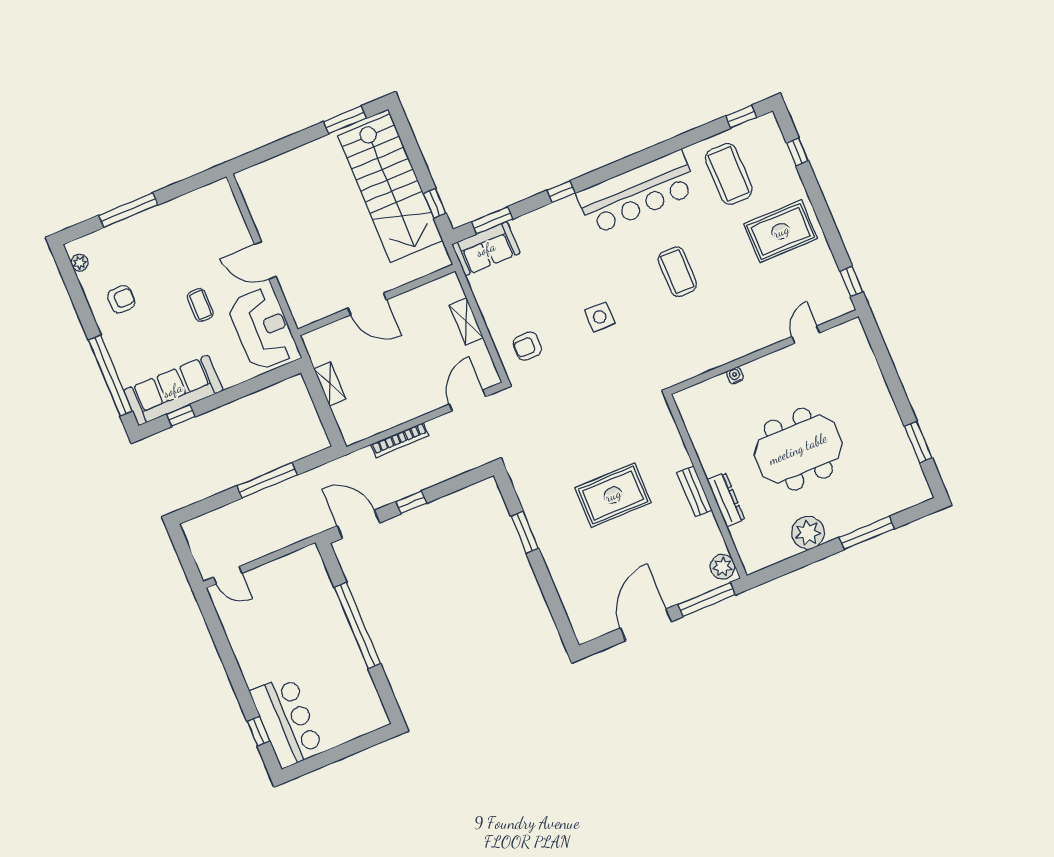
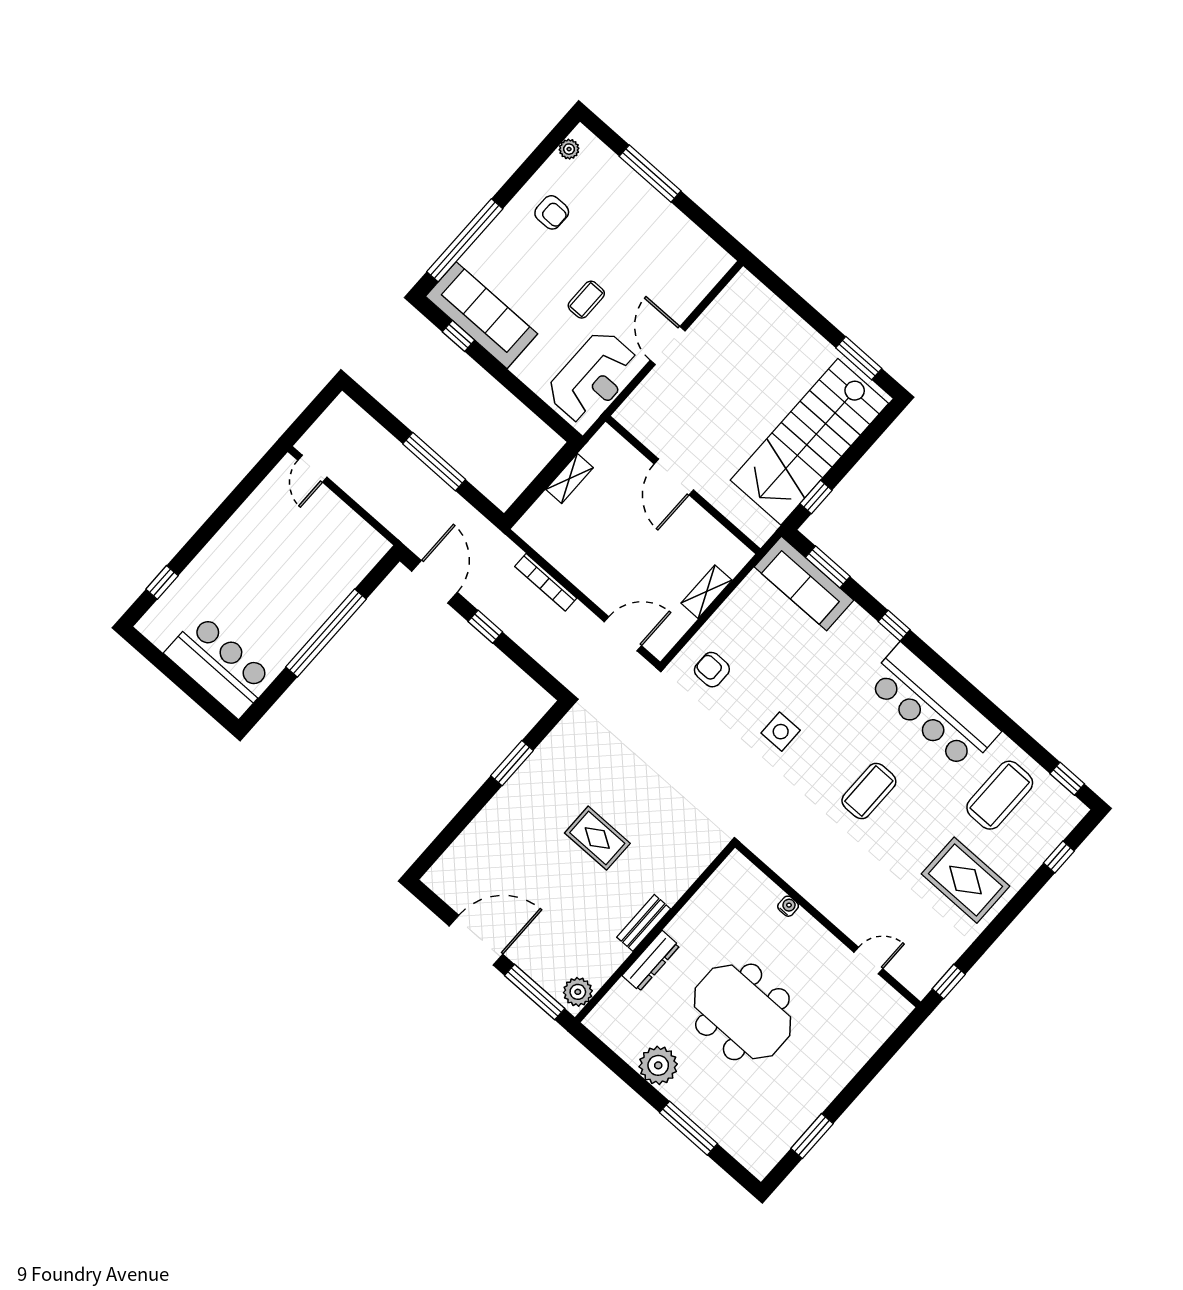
sofa: (486, 249) -> (804, 584), width x1.36
rug: (613, 495) -> (597, 838), width x0.73, depth x0.70
bar counter: (287, 721) -> (219, 666), moved, turned -90

